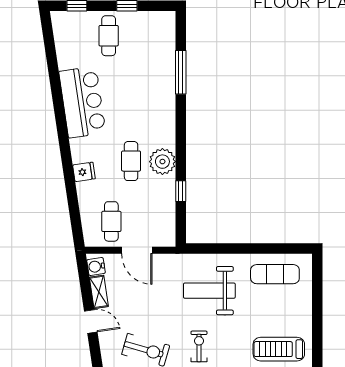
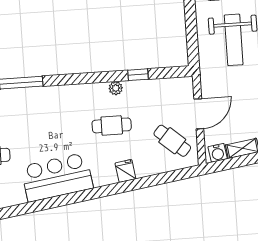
plant: (162, 162) -> (116, 88), width x0.53, depth x0.53
cafe table: (111, 221) -> (172, 141), turned 41

